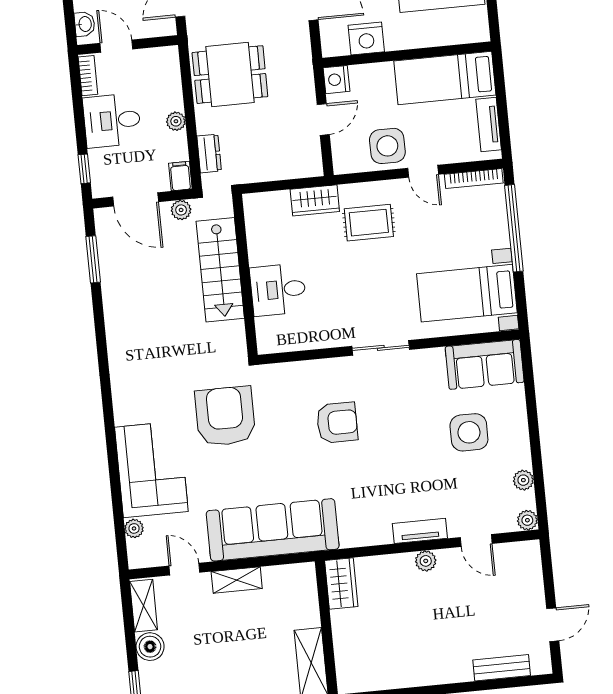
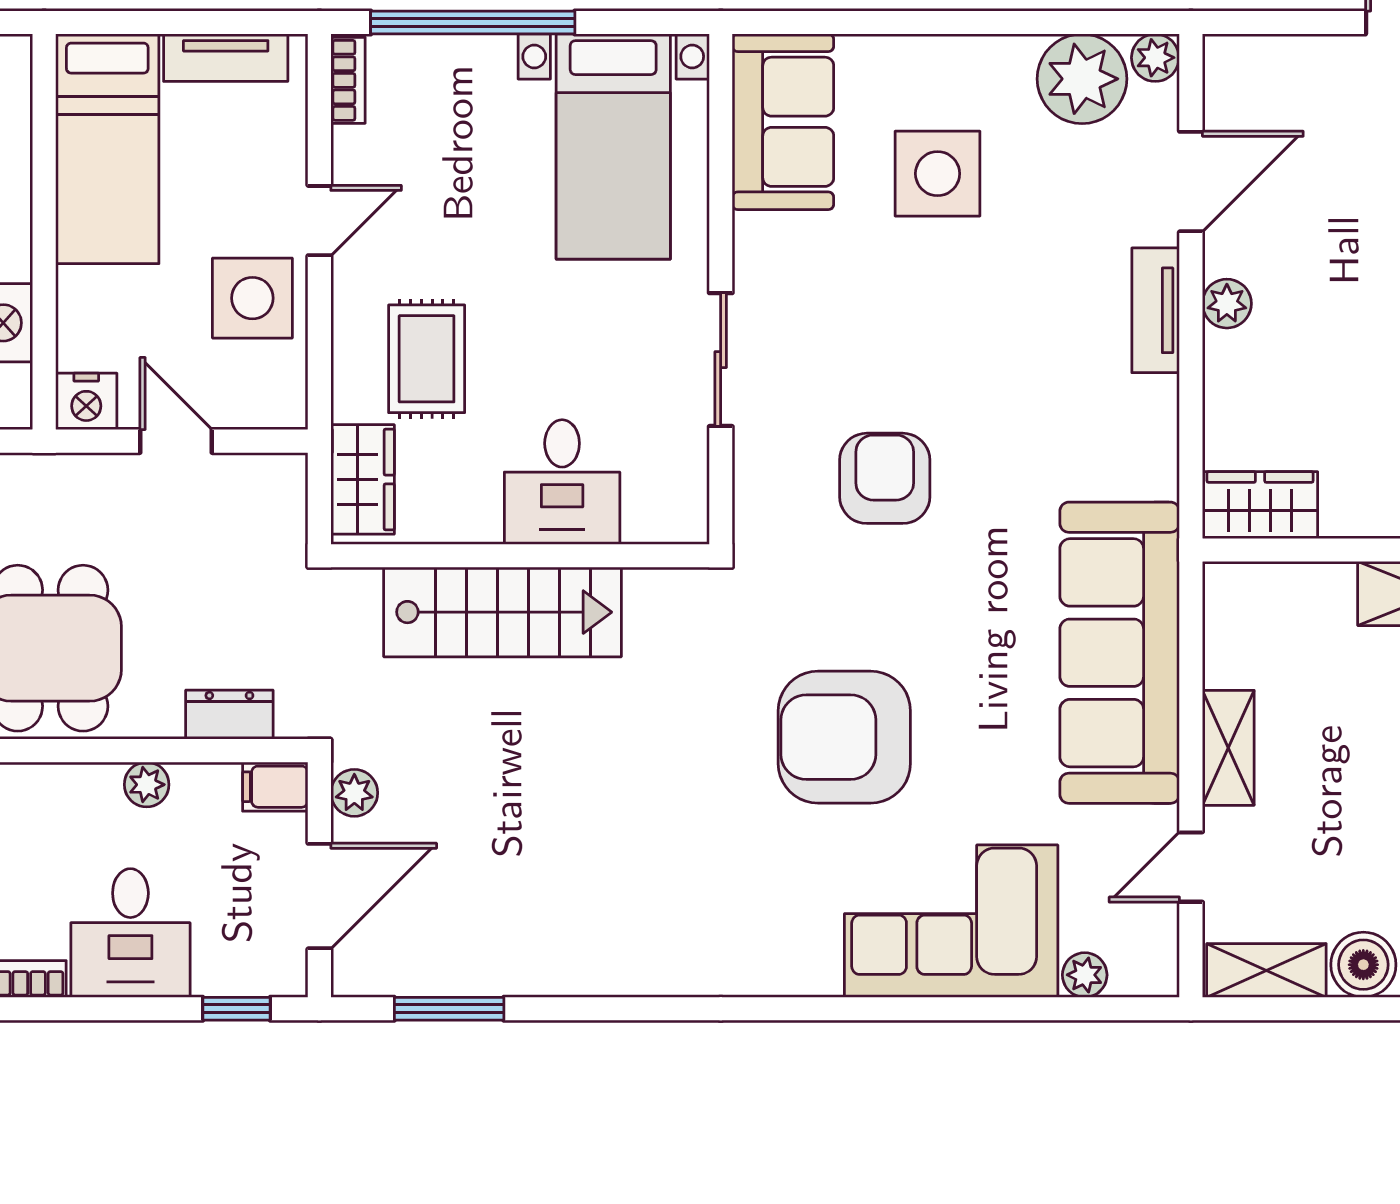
bookcase: (474, 179) -> (348, 80), width x0.64
stairs: (220, 270) -> (502, 612), moved
wall: (245, 275) -> (520, 556), moved
desk: (278, 290) -> (562, 482), moved
plant: (523, 480) -> (1082, 79), width x1.88, depth x1.88
door: (476, 541) -> (1191, 182), width x1.38

